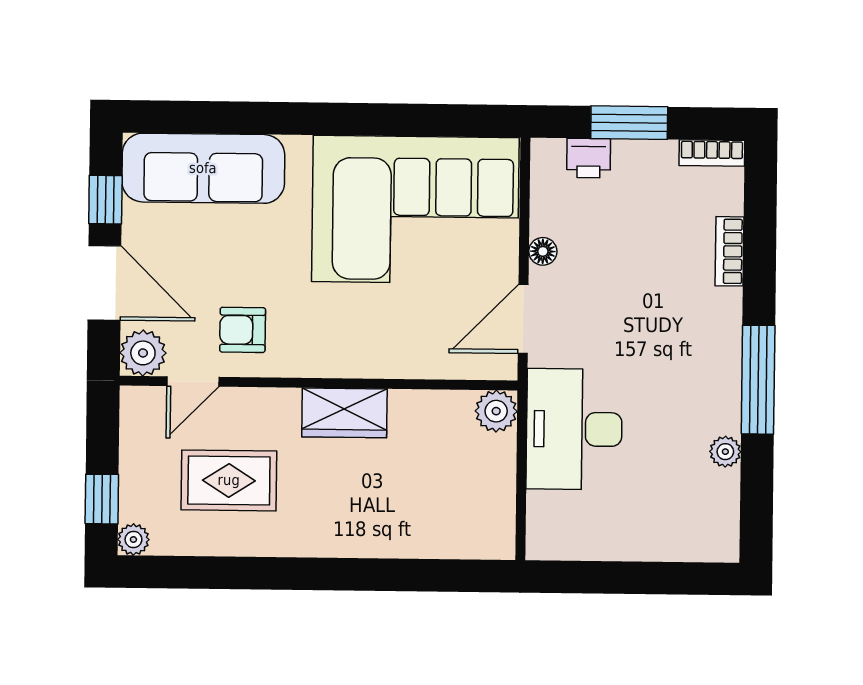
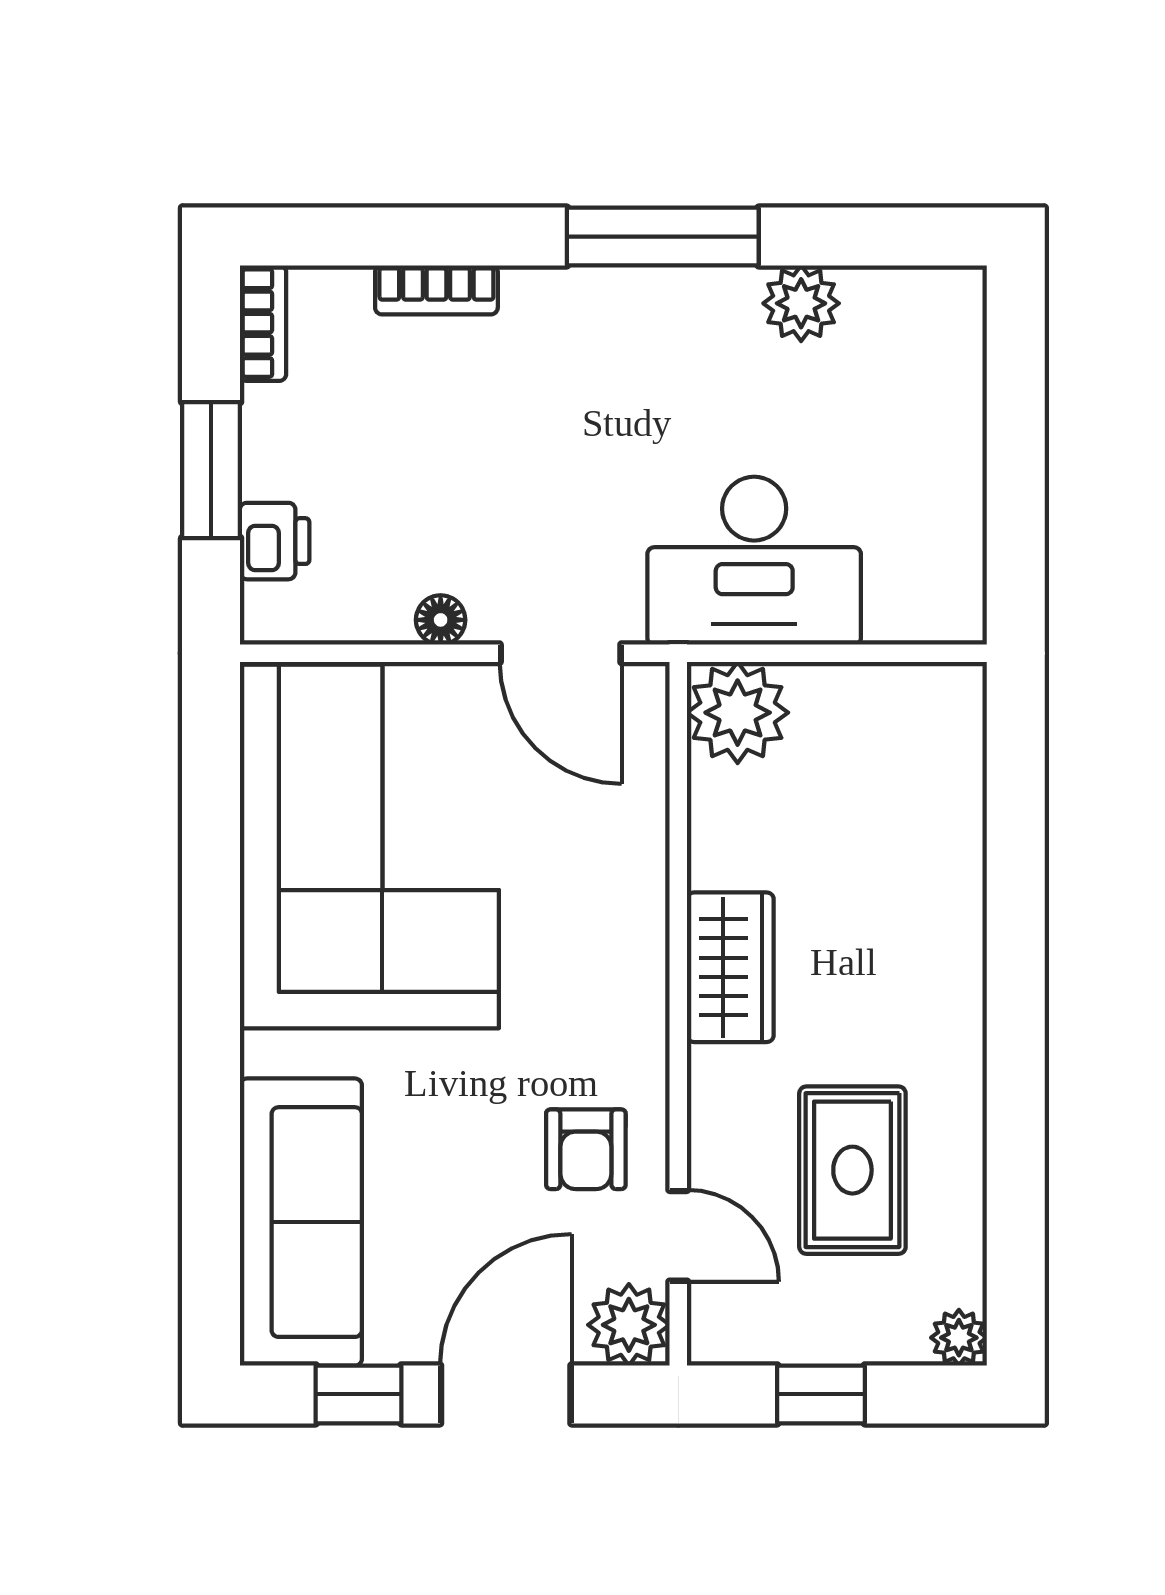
plant: (496, 411) -> (738, 713), width x1.36, depth x1.36
plant: (725, 452) -> (801, 303), width x1.38, depth x1.38
window: (102, 499) -> (821, 1394), moved

